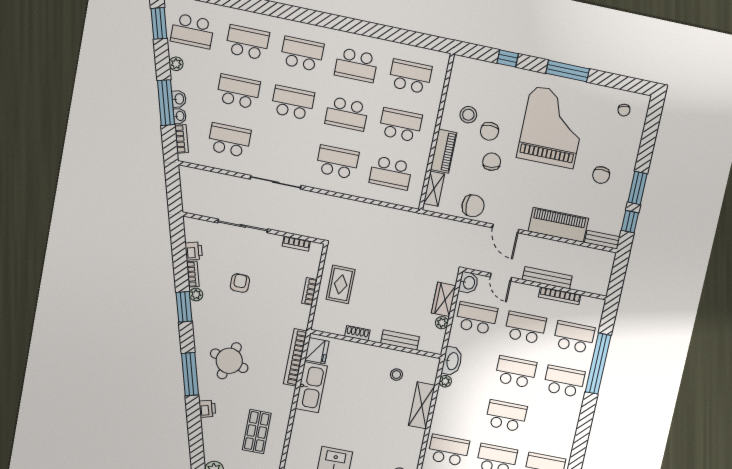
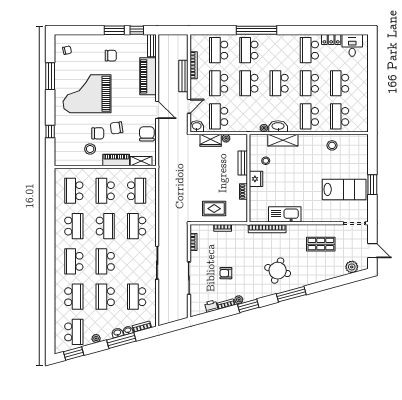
school desk: (247, 42) -> (74, 297), turned 180
window: (568, 71) -> (50, 76), moved
door: (506, 229) -> (157, 110), hinge flipped
fridge: (317, 351) -> (256, 179), moved, turned 90
washbasin: (452, 361) -> (278, 126), moved
window: (598, 364) -> (256, 30), moved
printer: (207, 409) -> (312, 279), removed

